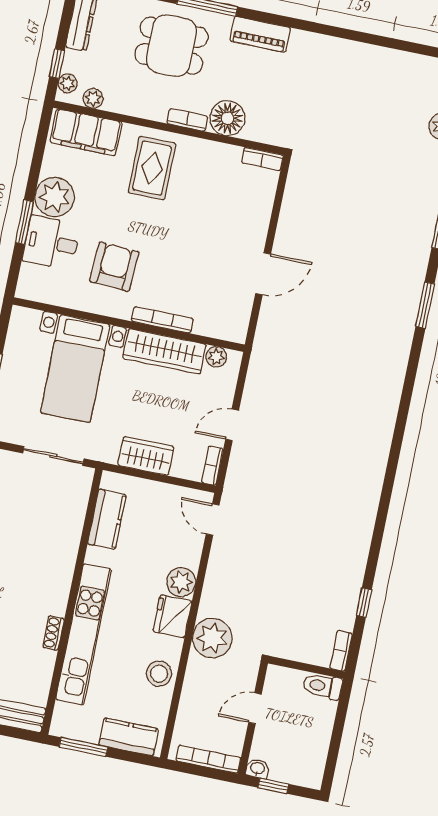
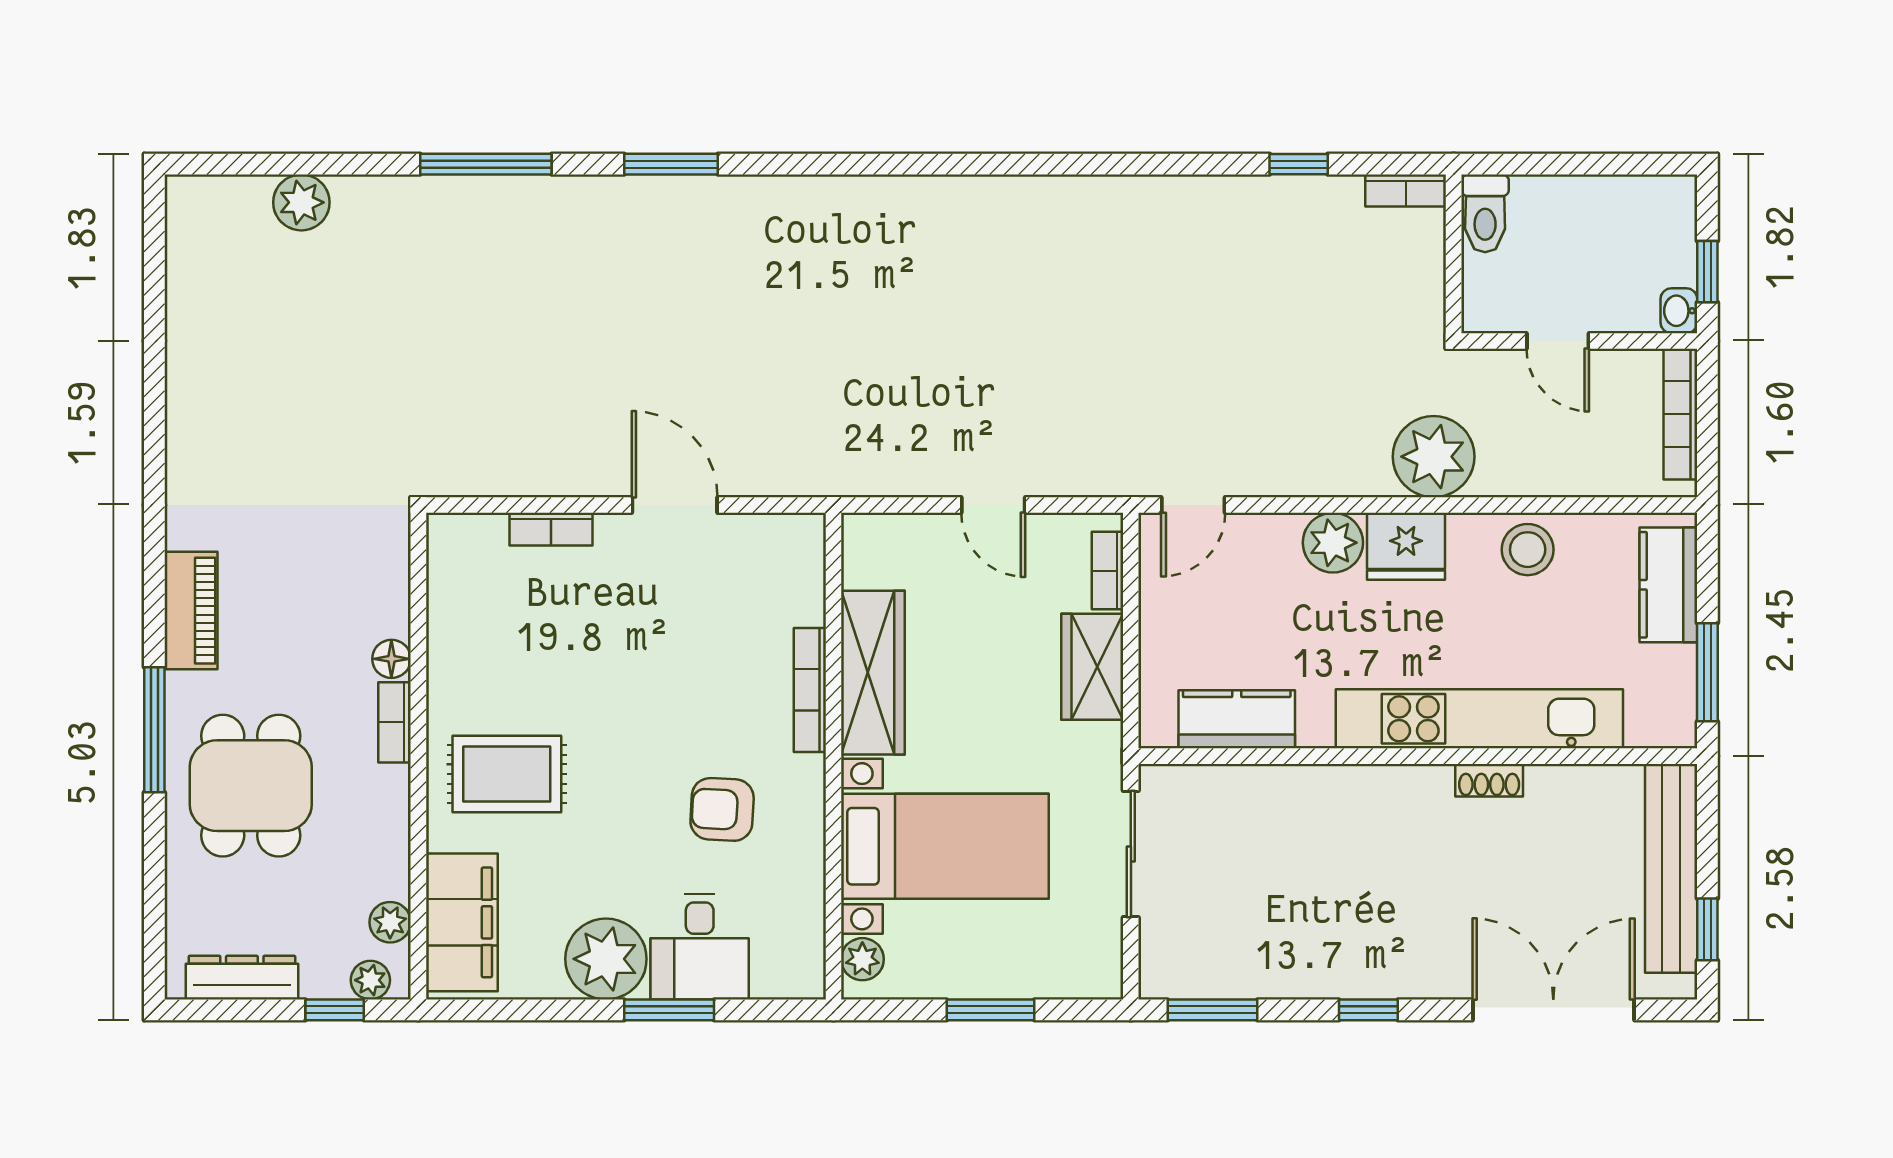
floor lamp: (227, 118) -> (391, 659), width x0.53, depth x0.53
bookcase: (262, 159) -> (551, 529), moved, turned 90
armchair: (114, 267) -> (722, 809), width x0.72, depth x0.72
plant: (216, 357) -> (862, 959), moved
bookcase: (212, 466) -> (1108, 571), moved, turned 90

